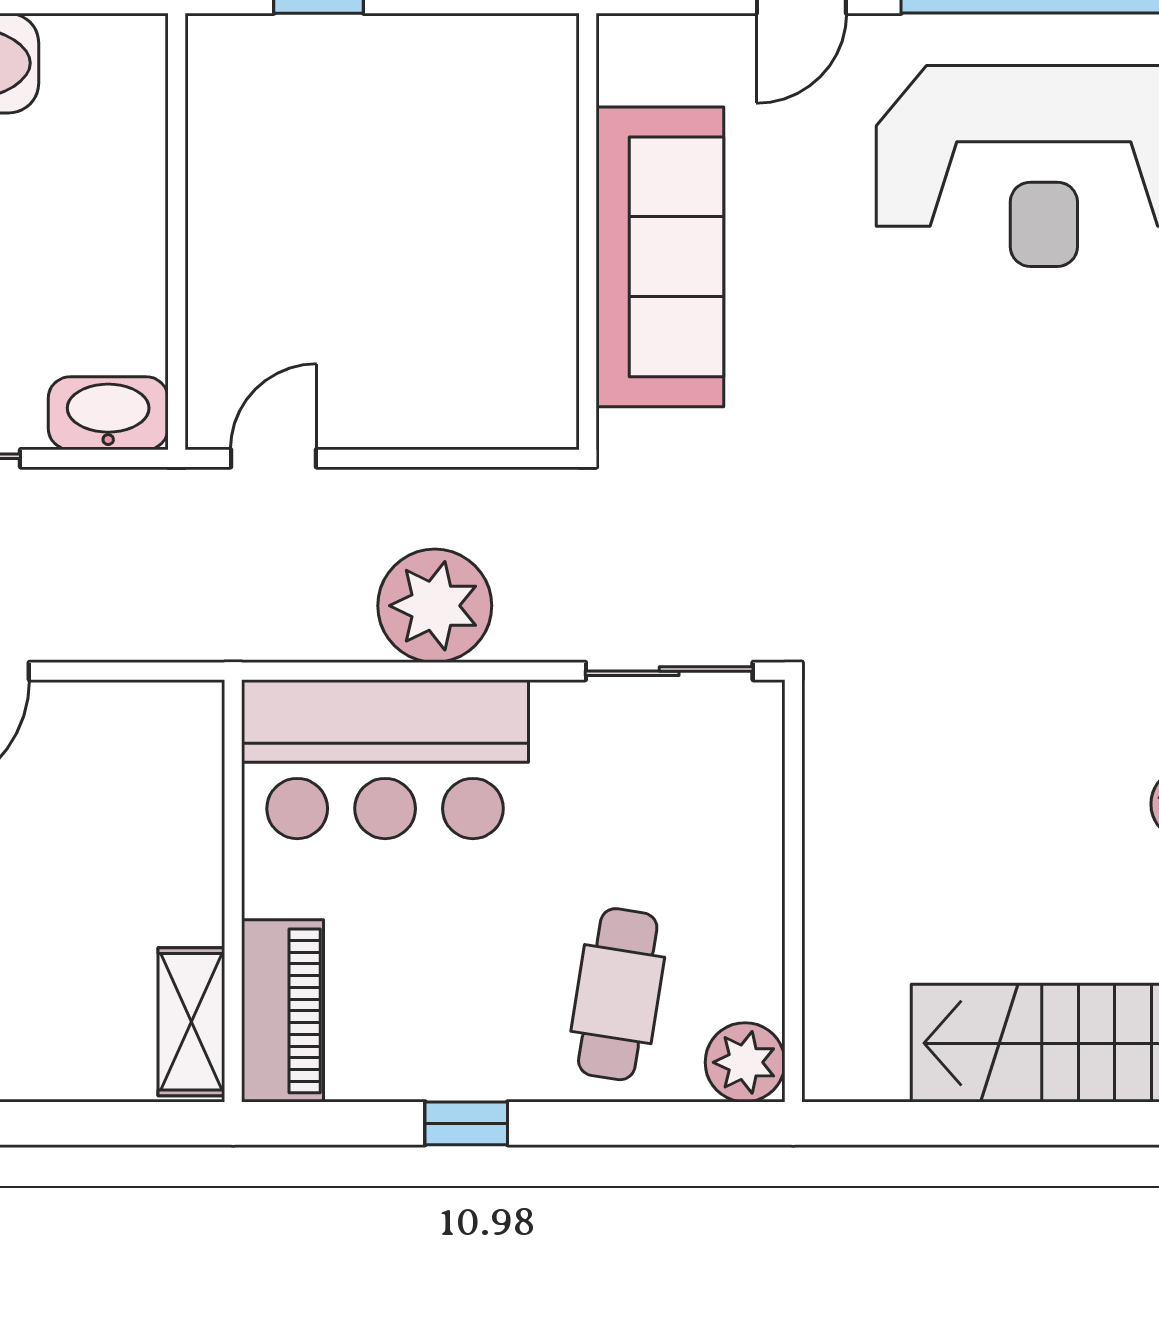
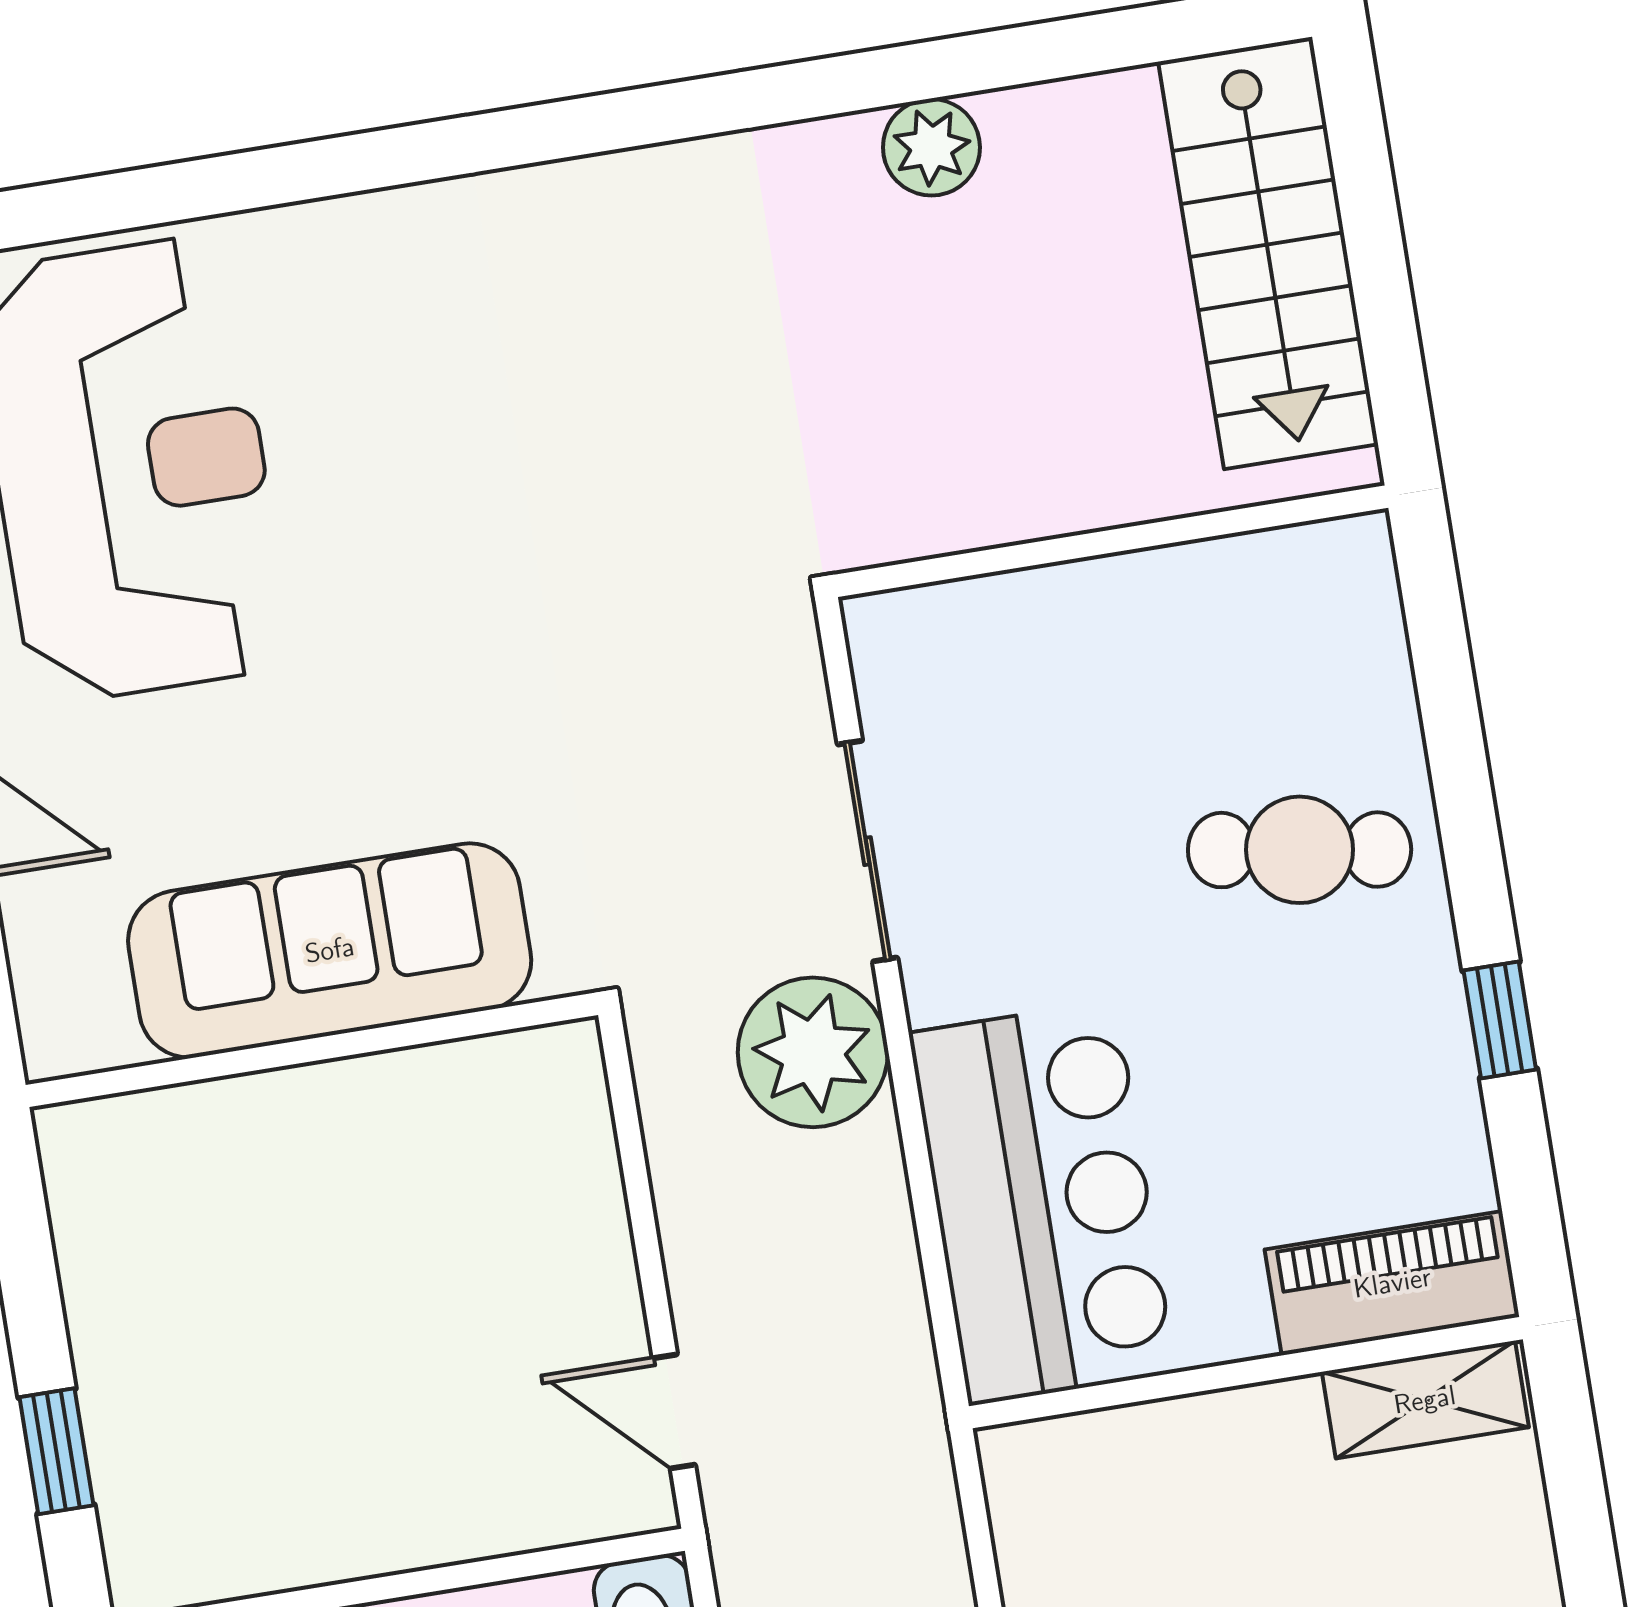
plant: (435, 606) -> (813, 1052), moved
wall: (793, 891) -> (1111, 541), moved
plant: (745, 1062) -> (1361, 670), removed

